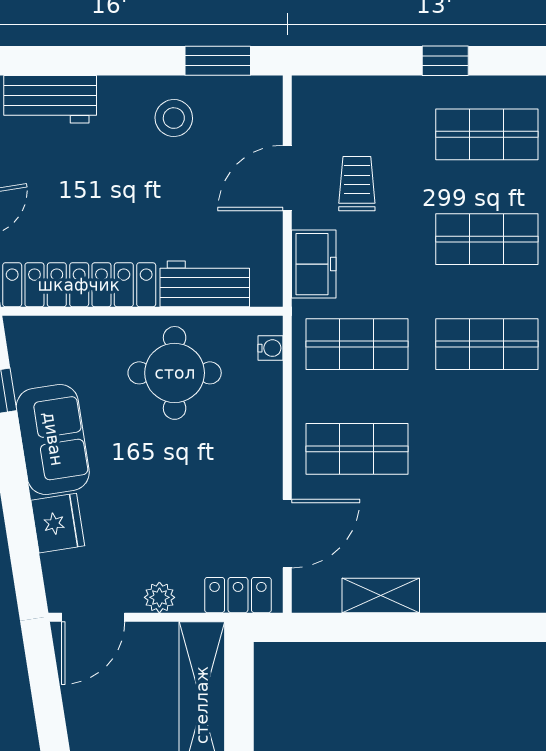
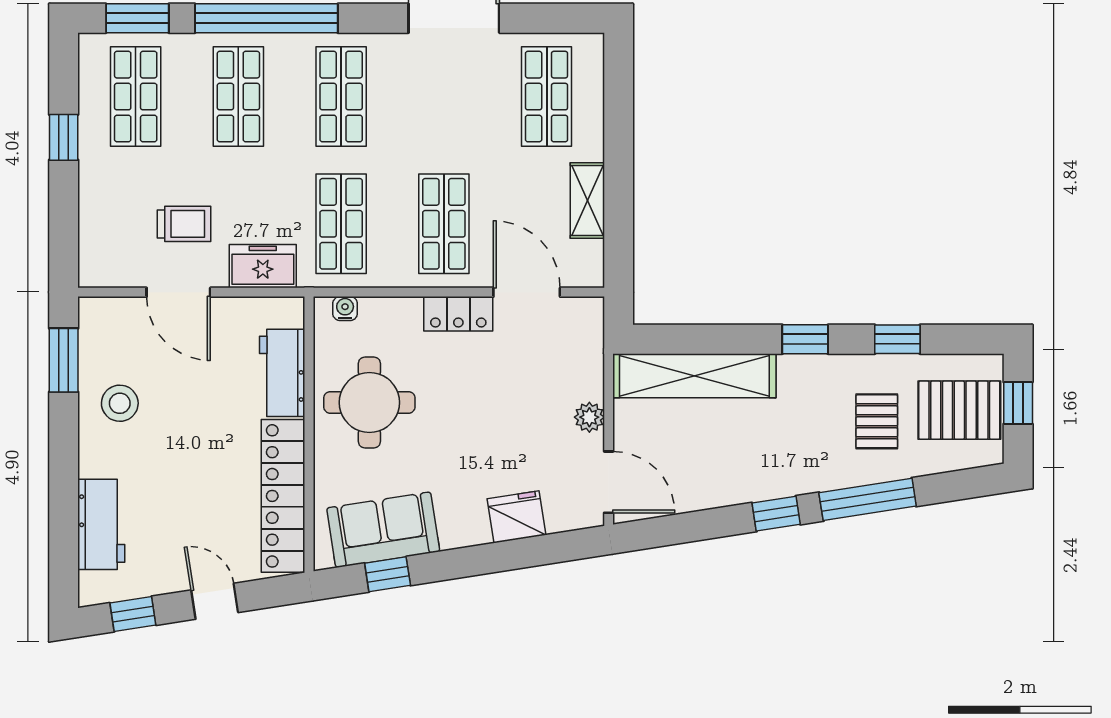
trolley: (357, 184) -> (184, 224), turned 180
sofa: (53, 439) -> (383, 530), moved
shop shelf: (487, 554) -> (547, 97), added
locker: (238, 595) -> (458, 314), moved, turned -90

